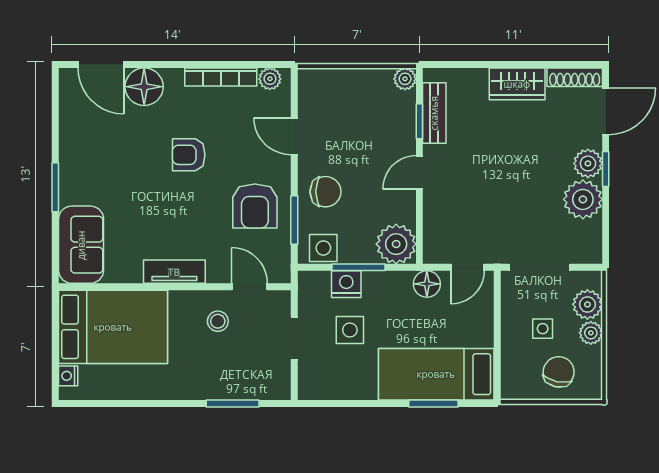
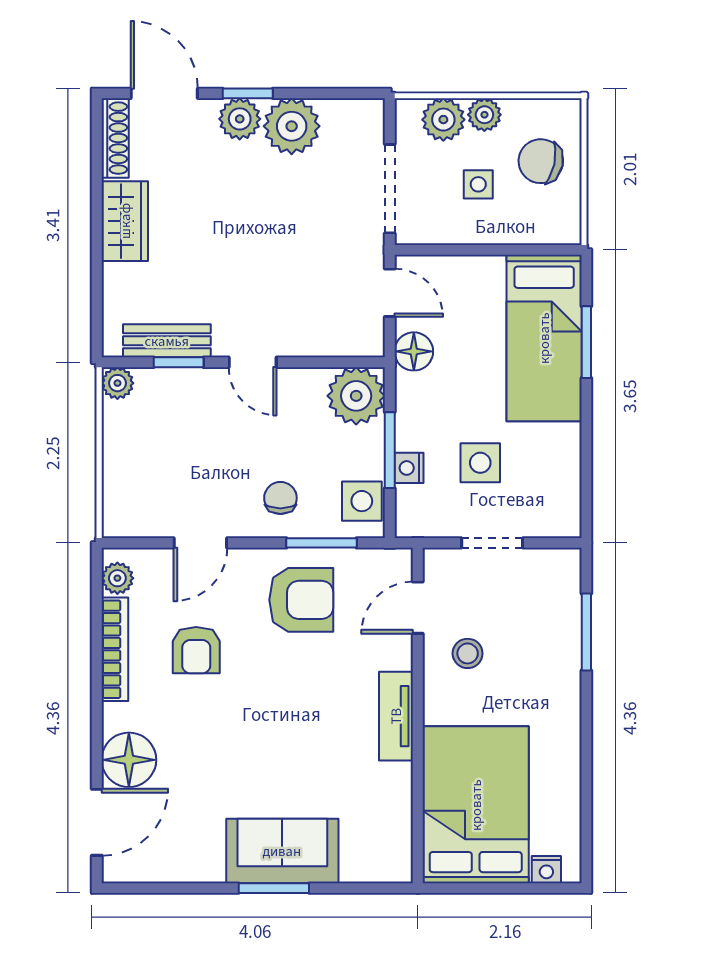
armchair: (189, 155) -> (196, 650), moved
chair: (325, 192) -> (280, 498), width x0.73, depth x0.73
sofa: (81, 245) -> (282, 851), moved
nightstand: (346, 284) -> (409, 468), width x0.72, depth x0.74

